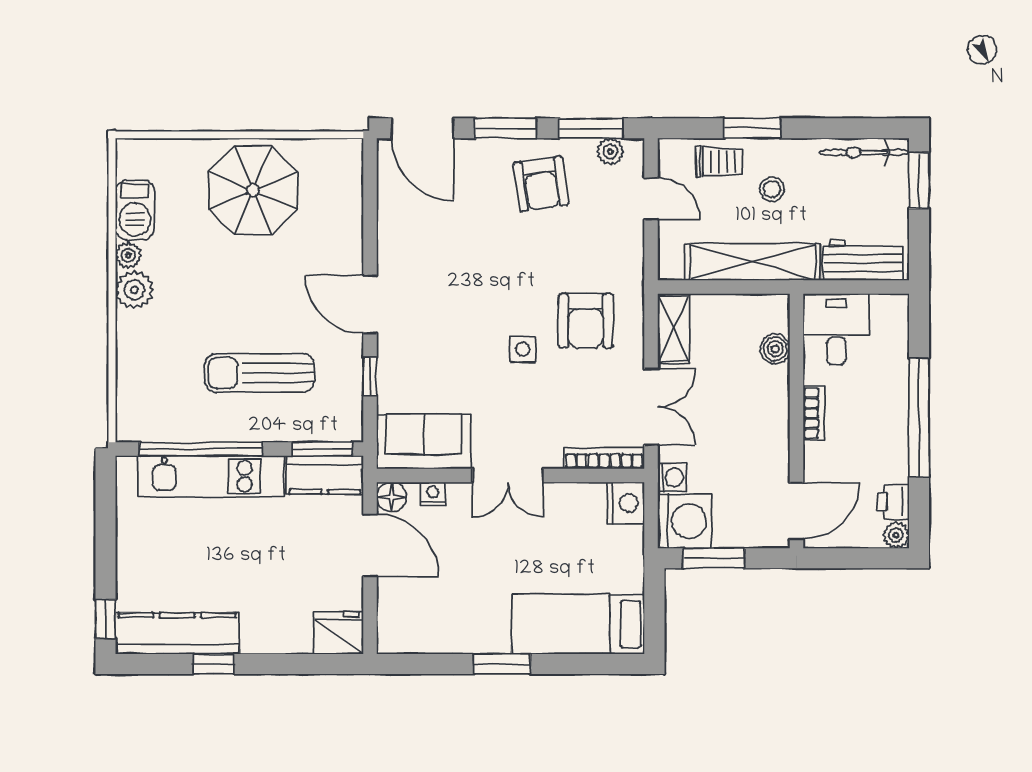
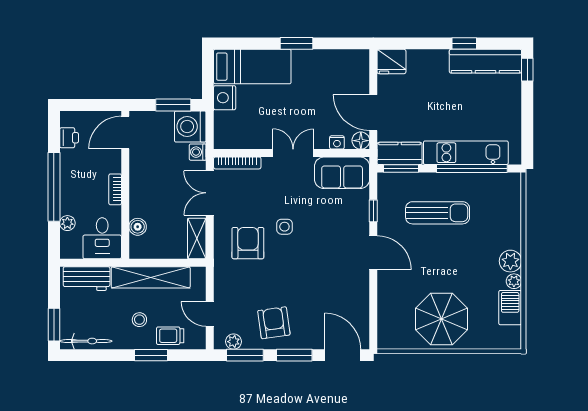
nightstand: (626, 503) -> (225, 98), moved
plant: (896, 535) -> (67, 223), moved

